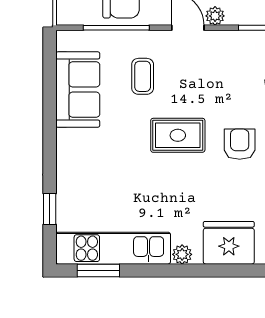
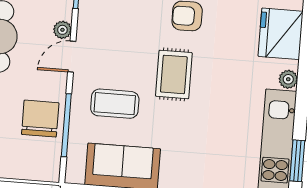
coffee table: (143, 76) -> (115, 104), width x1.36, depth x1.30

